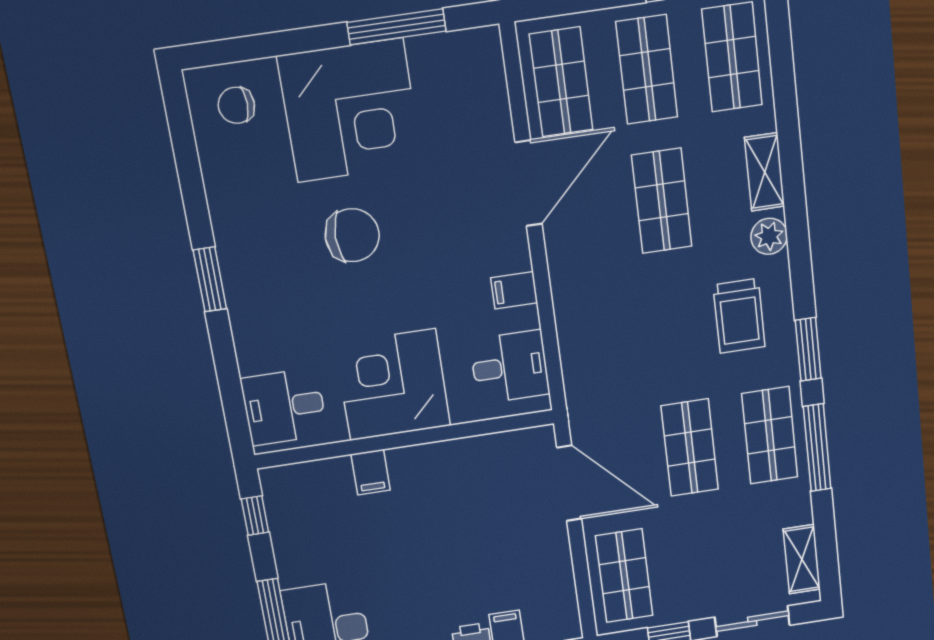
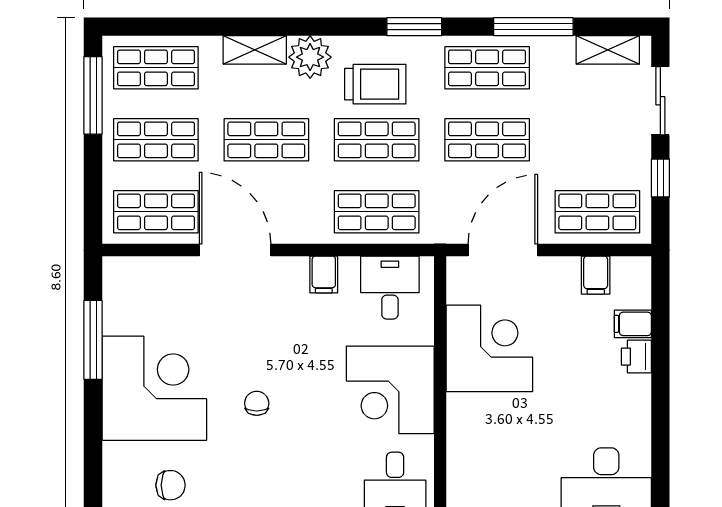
chair: (236, 105) -> (170, 485), moved, turned -90
chair: (352, 235) -> (257, 403), width x0.54, depth x0.54
plant: (769, 236) -> (310, 57), width x1.36, depth x1.36
shop shelf: (676, 327) -> (377, 140), added
shop shelf: (594, 339) -> (377, 212), added
window: (817, 448) -> (533, 27), moved
filing cabinet: (371, 472) -> (596, 275), moved, turned 90
corner desk: (457, 486) -> (489, 348), added

